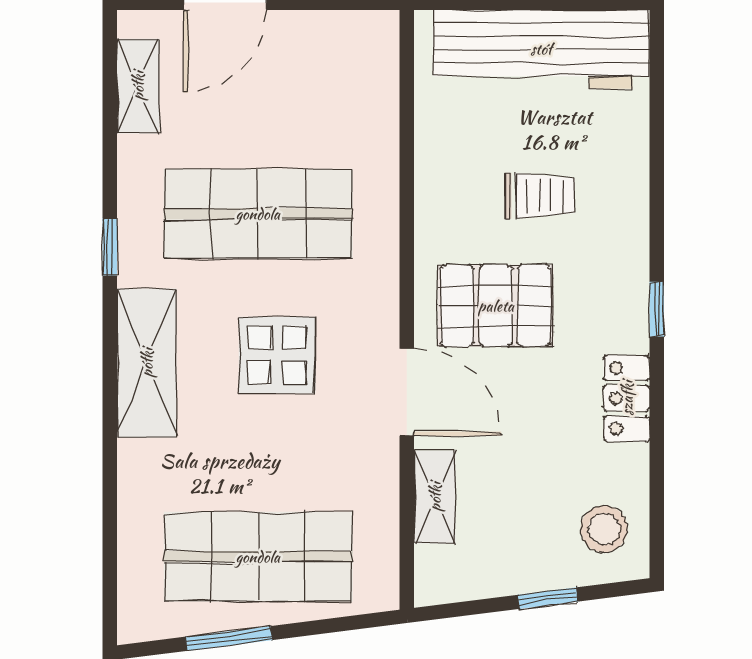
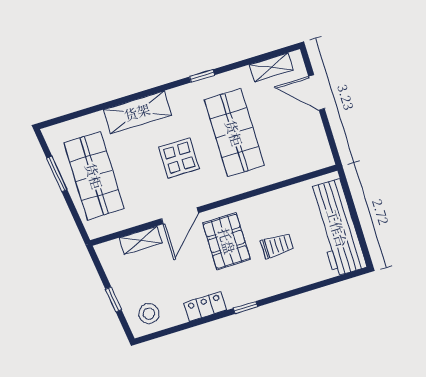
trolley: (540, 196) -> (277, 246), turned -90
shelving: (147, 363) -> (137, 112), moved

